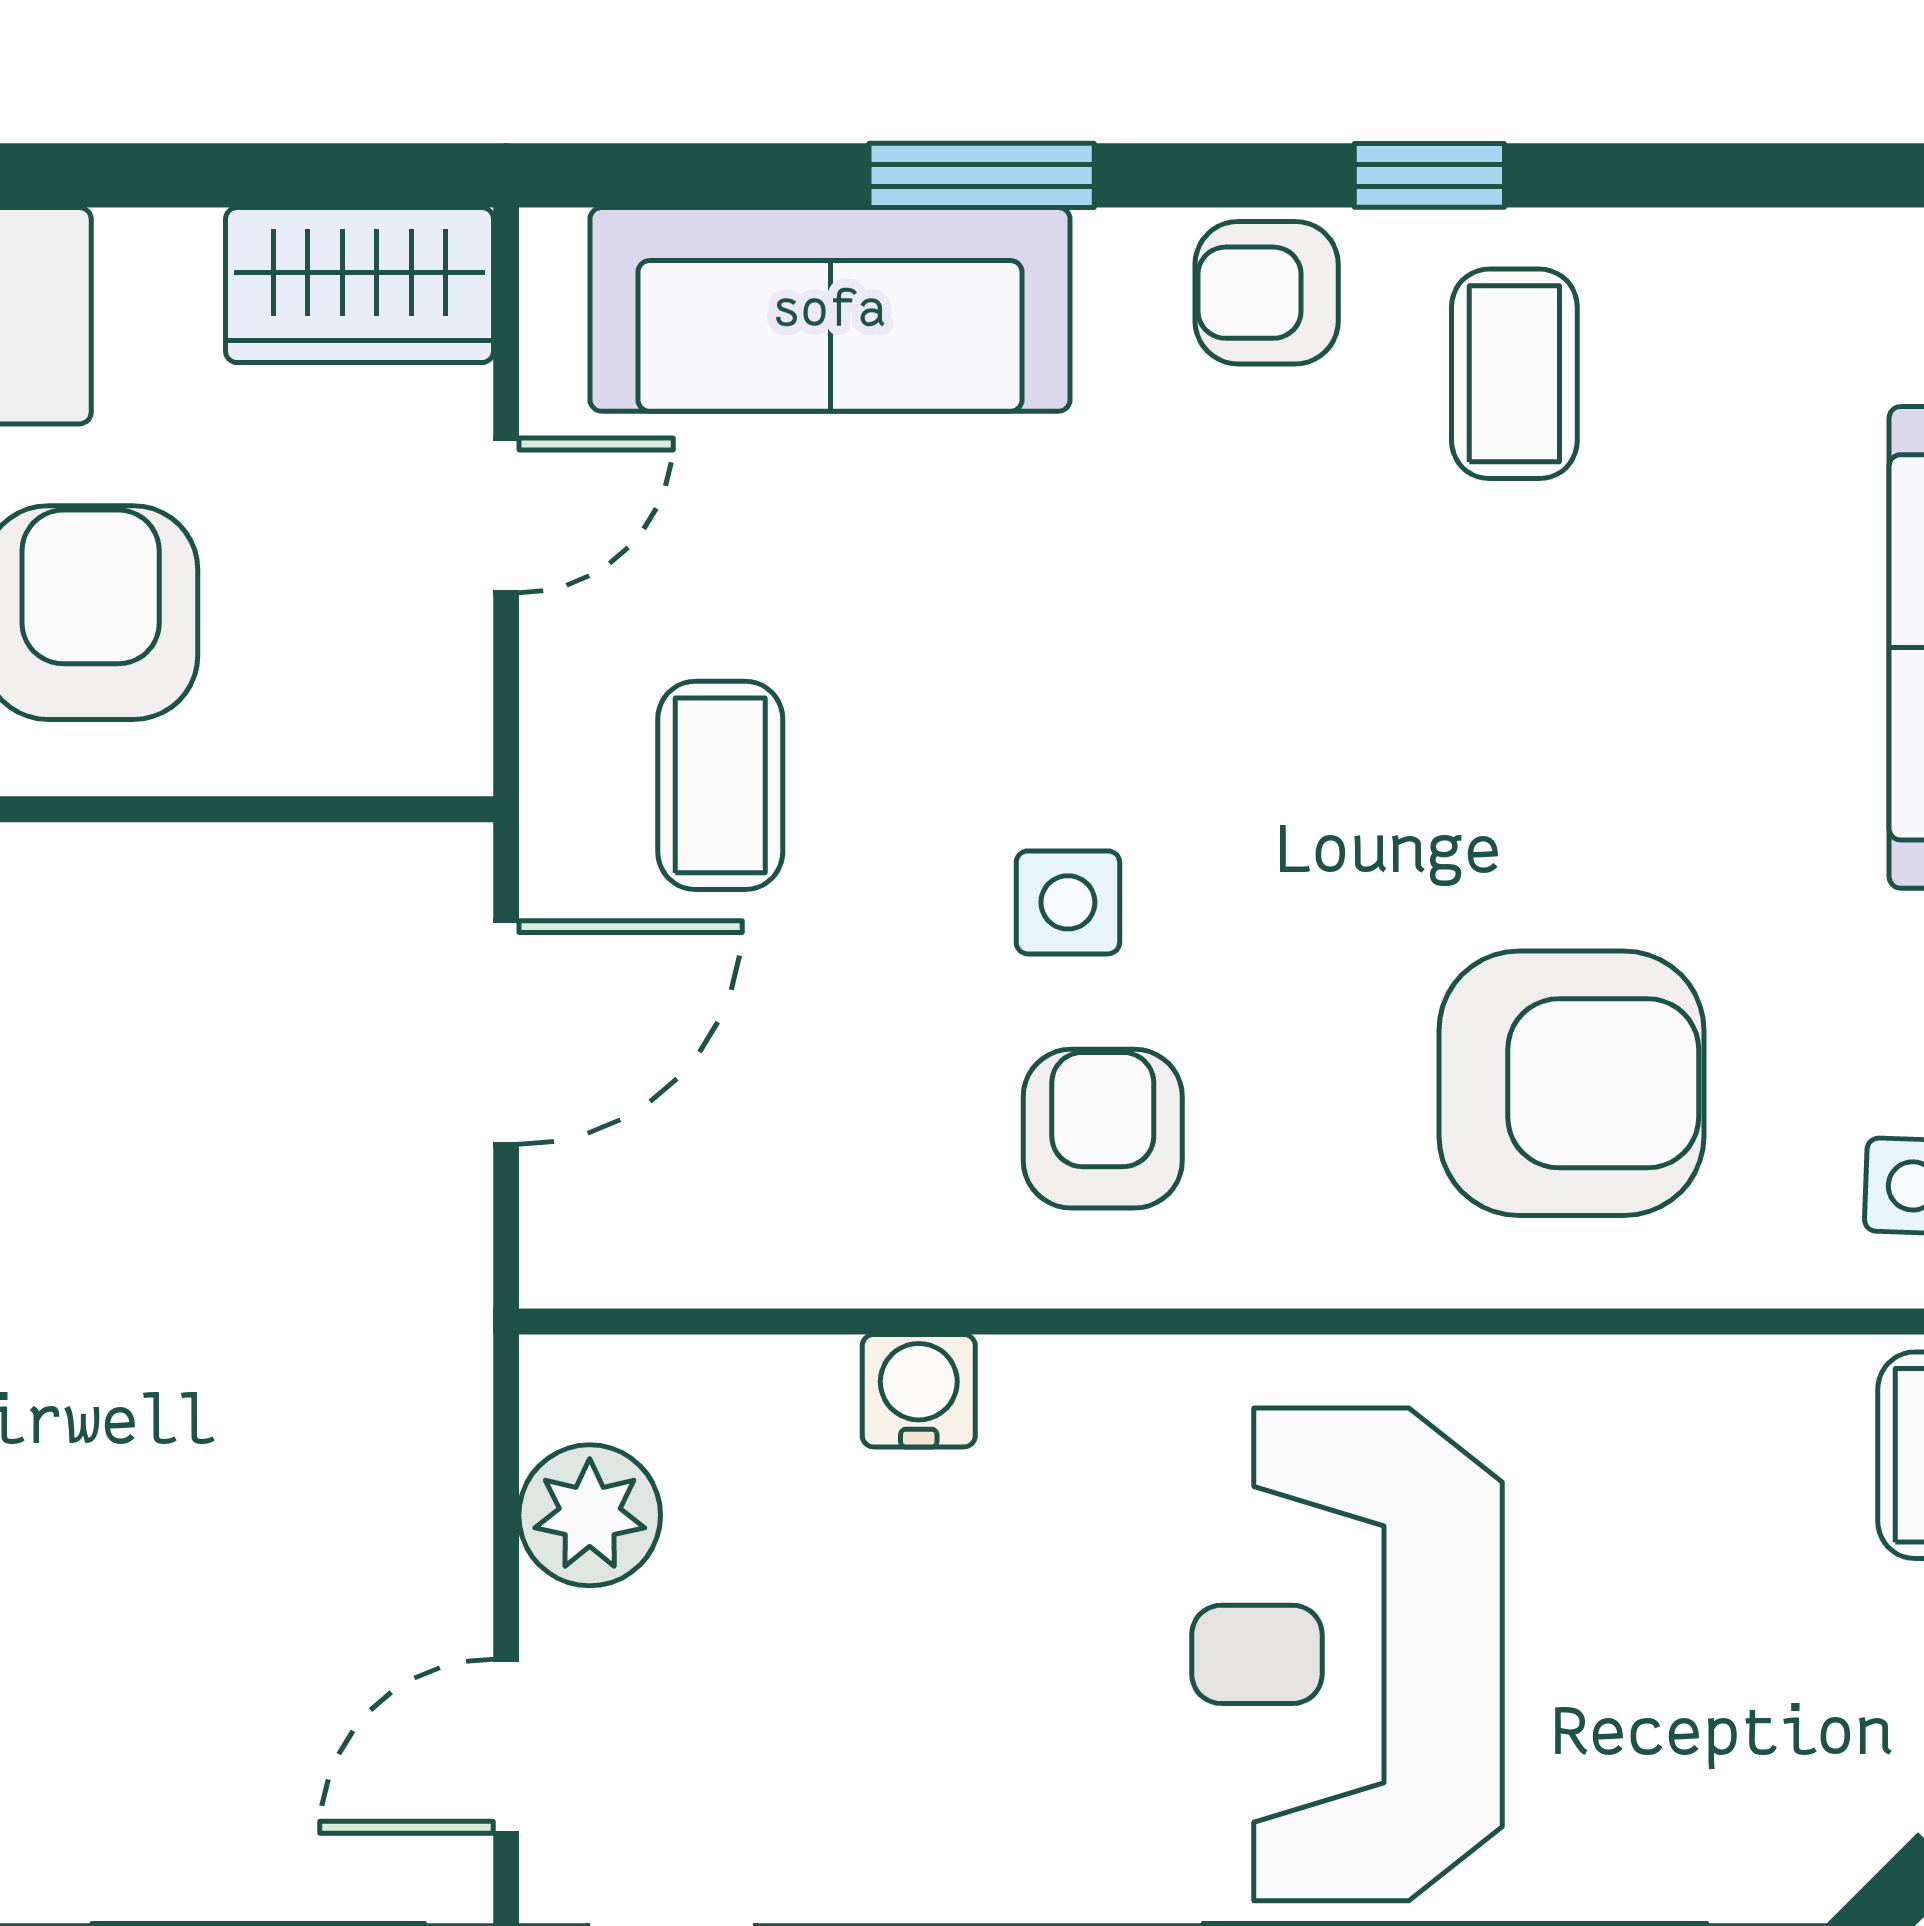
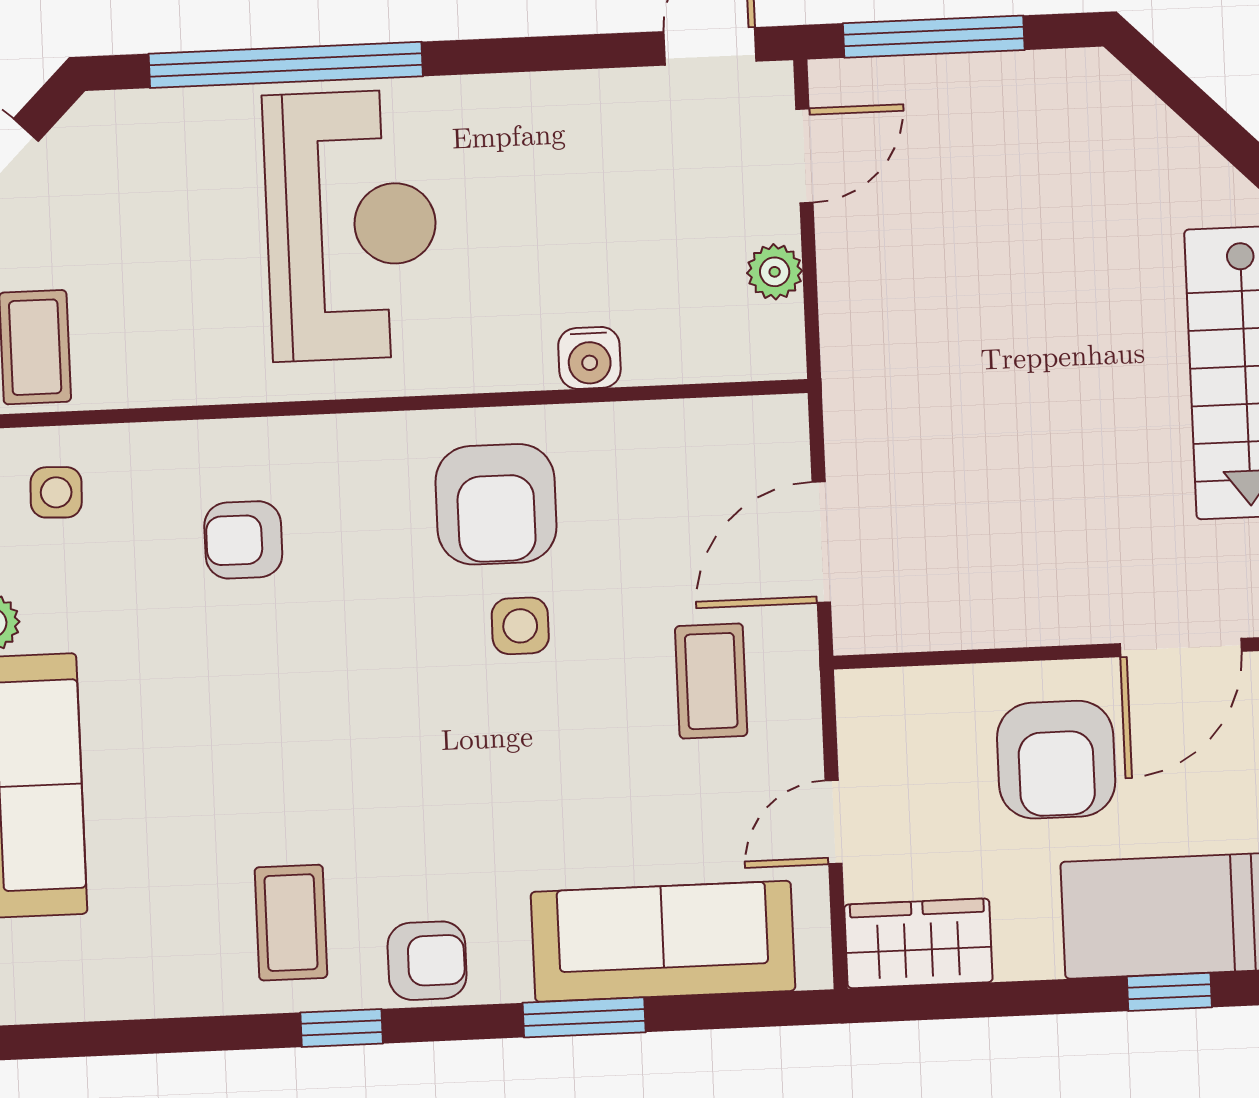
armchair: (1571, 1083) -> (243, 540), width x0.53, depth x0.53
armchair: (1103, 1129) -> (496, 504), width x1.38, depth x1.38
plant: (590, 1515) -> (775, 272), width x0.73, depth x0.73

